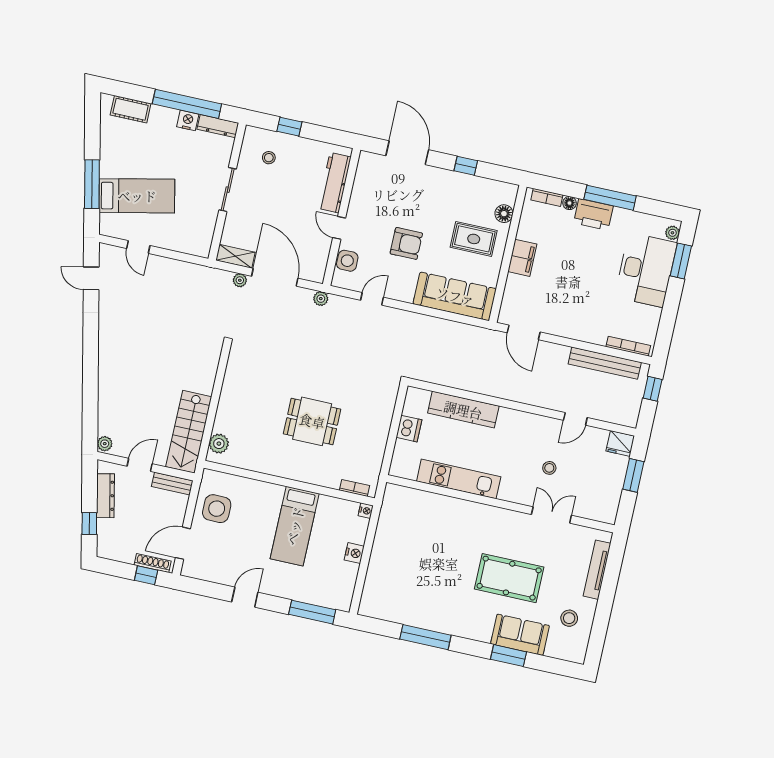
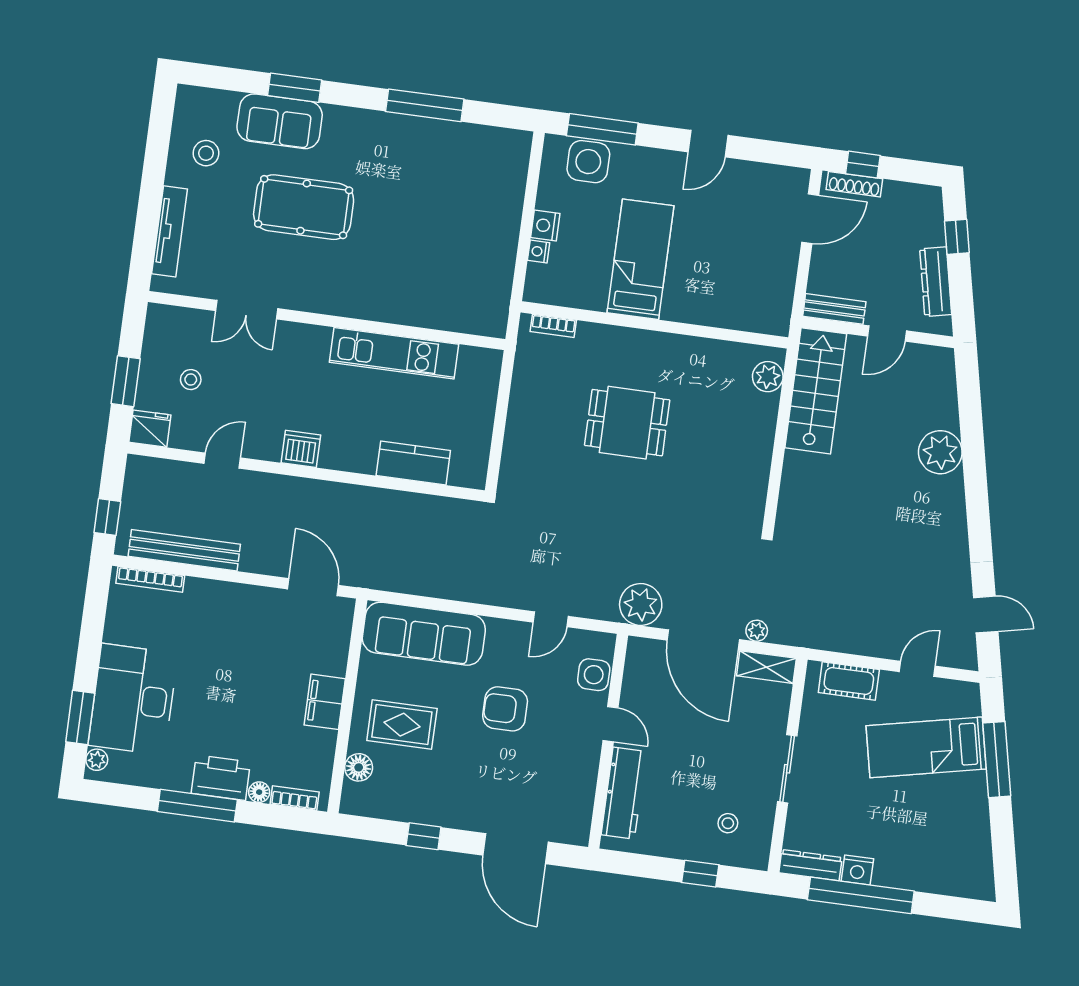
cot: (131, 109) -> (849, 681), moved
door: (138, 247) -> (917, 669), hinge flipped
plant: (321, 299) -> (641, 605), width x1.87, depth x1.87
kitchen counter: (463, 410) -> (413, 463), width x0.67
dishwasher: (409, 429) -> (301, 449), moved, turned 90
plant: (105, 444) -> (940, 452), moved, width x1.87, depth x1.87
stool: (549, 468) -> (191, 380), moved
side table: (217, 509) -> (588, 162), moved
nightstand: (366, 511) -> (539, 251), moved

